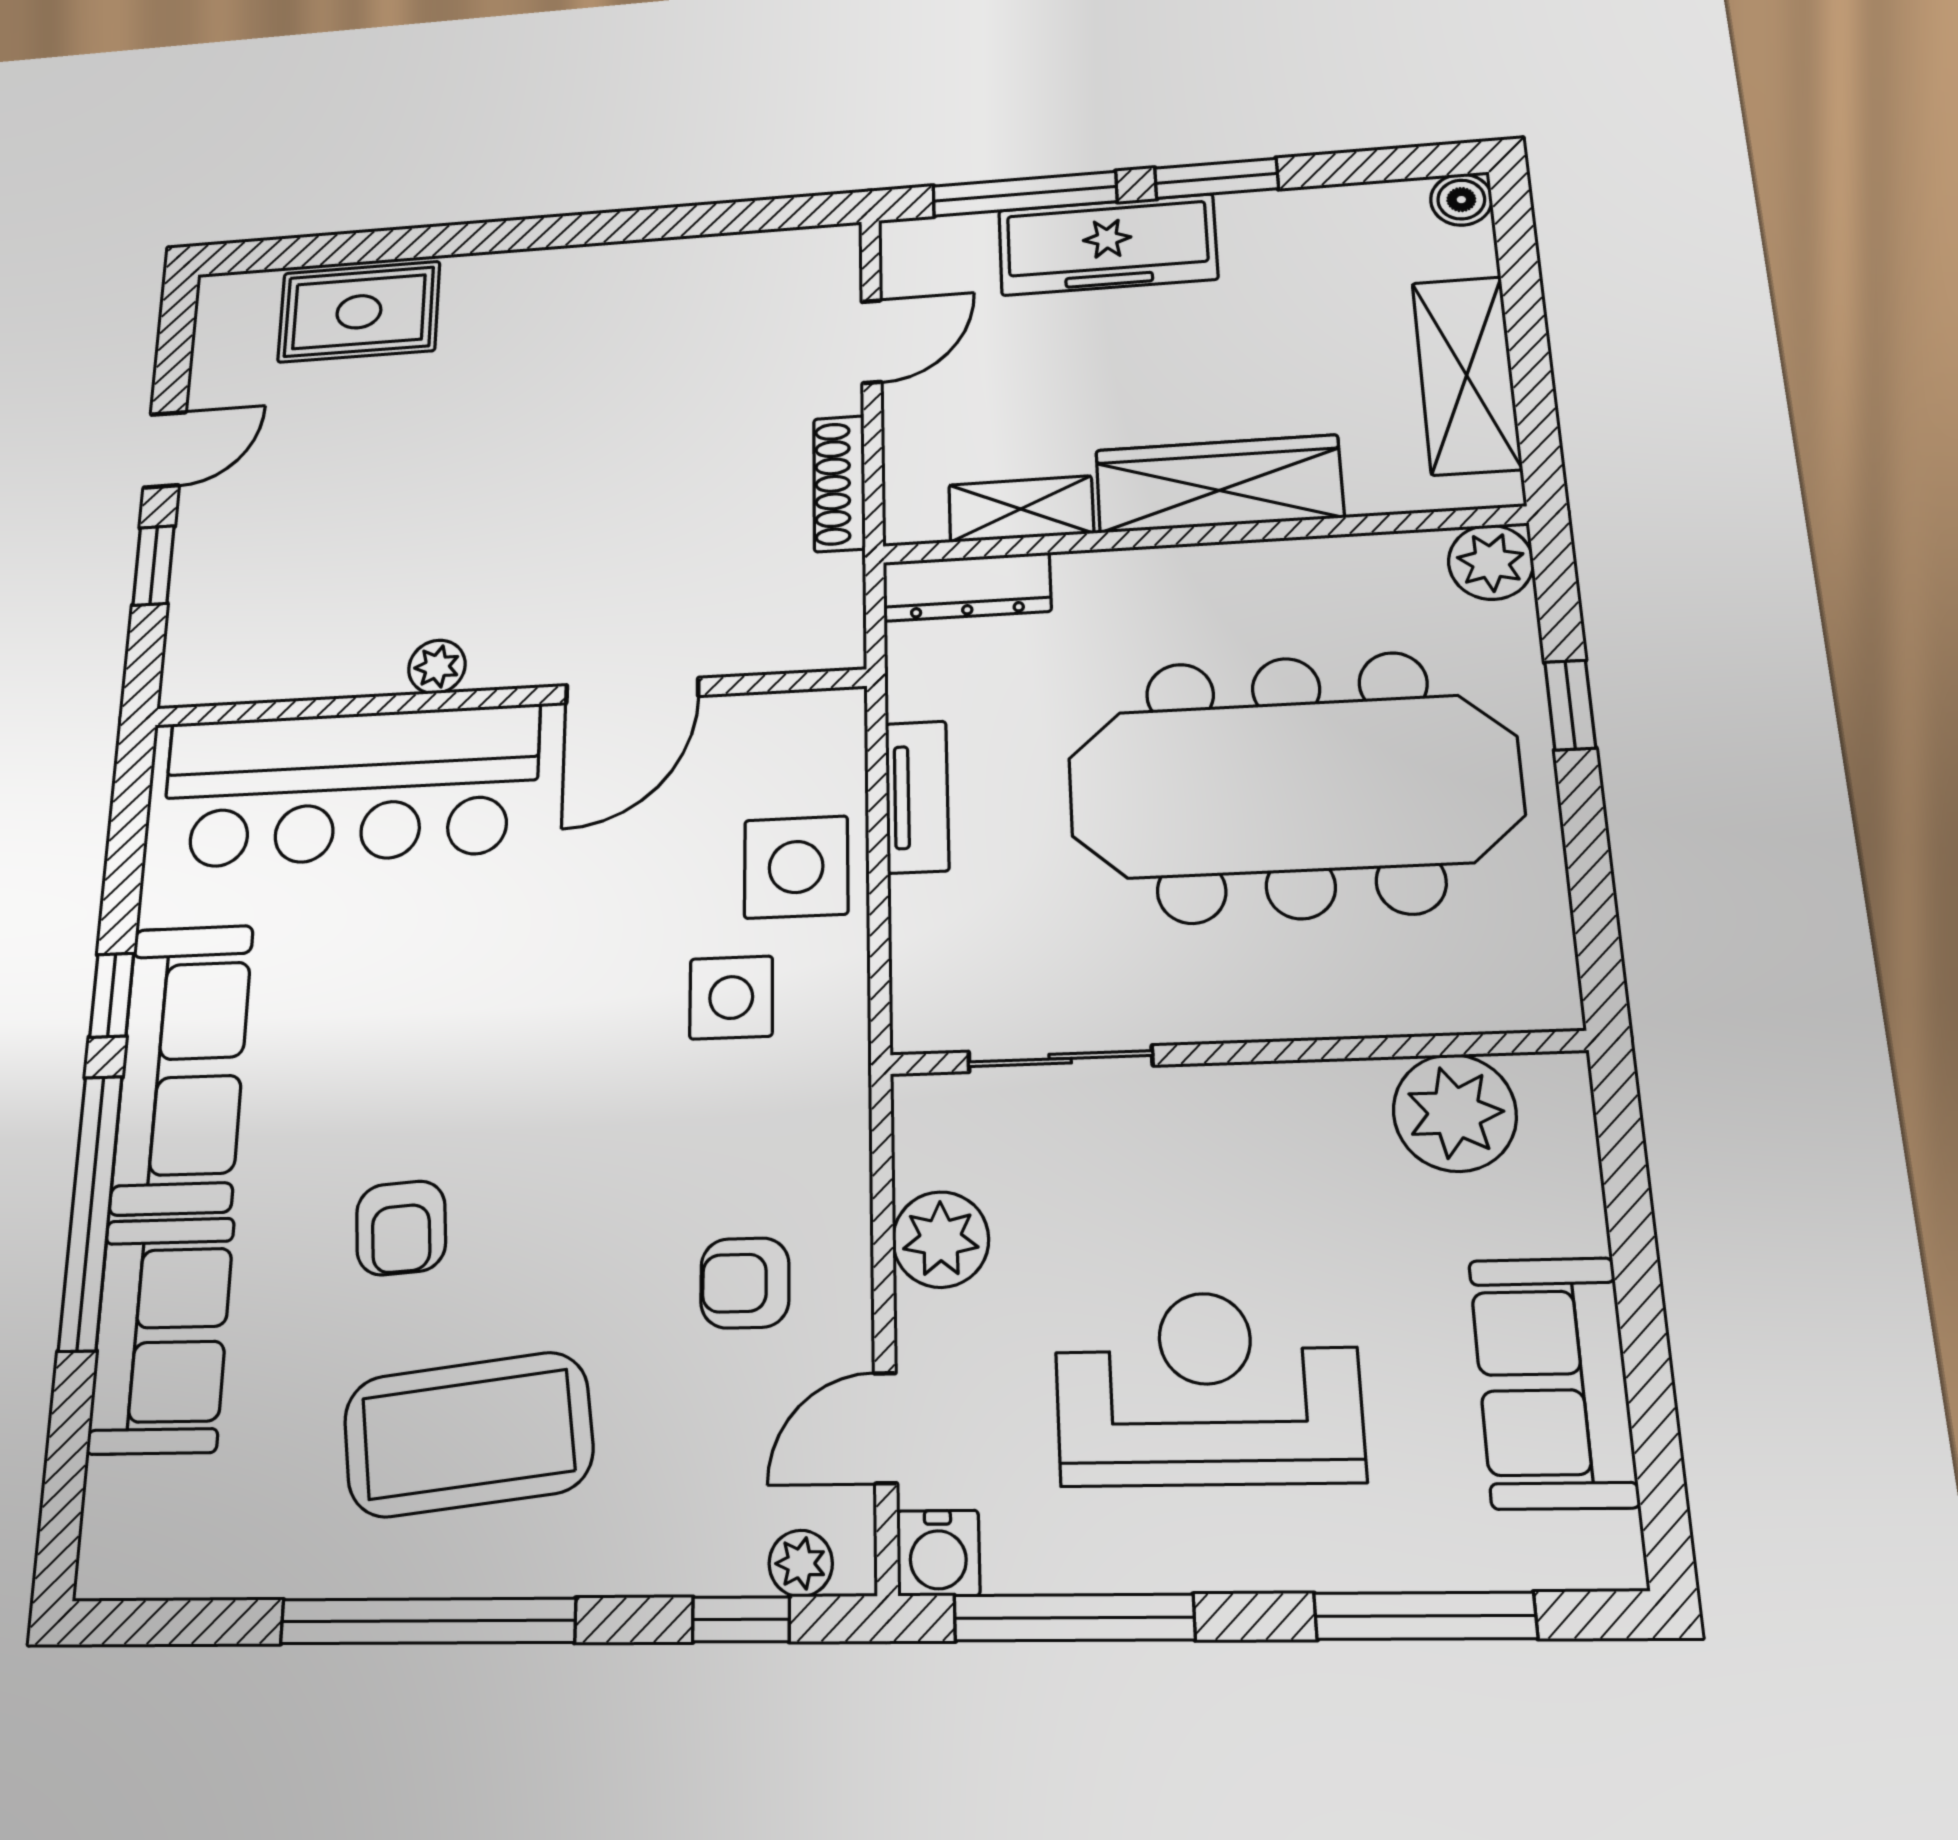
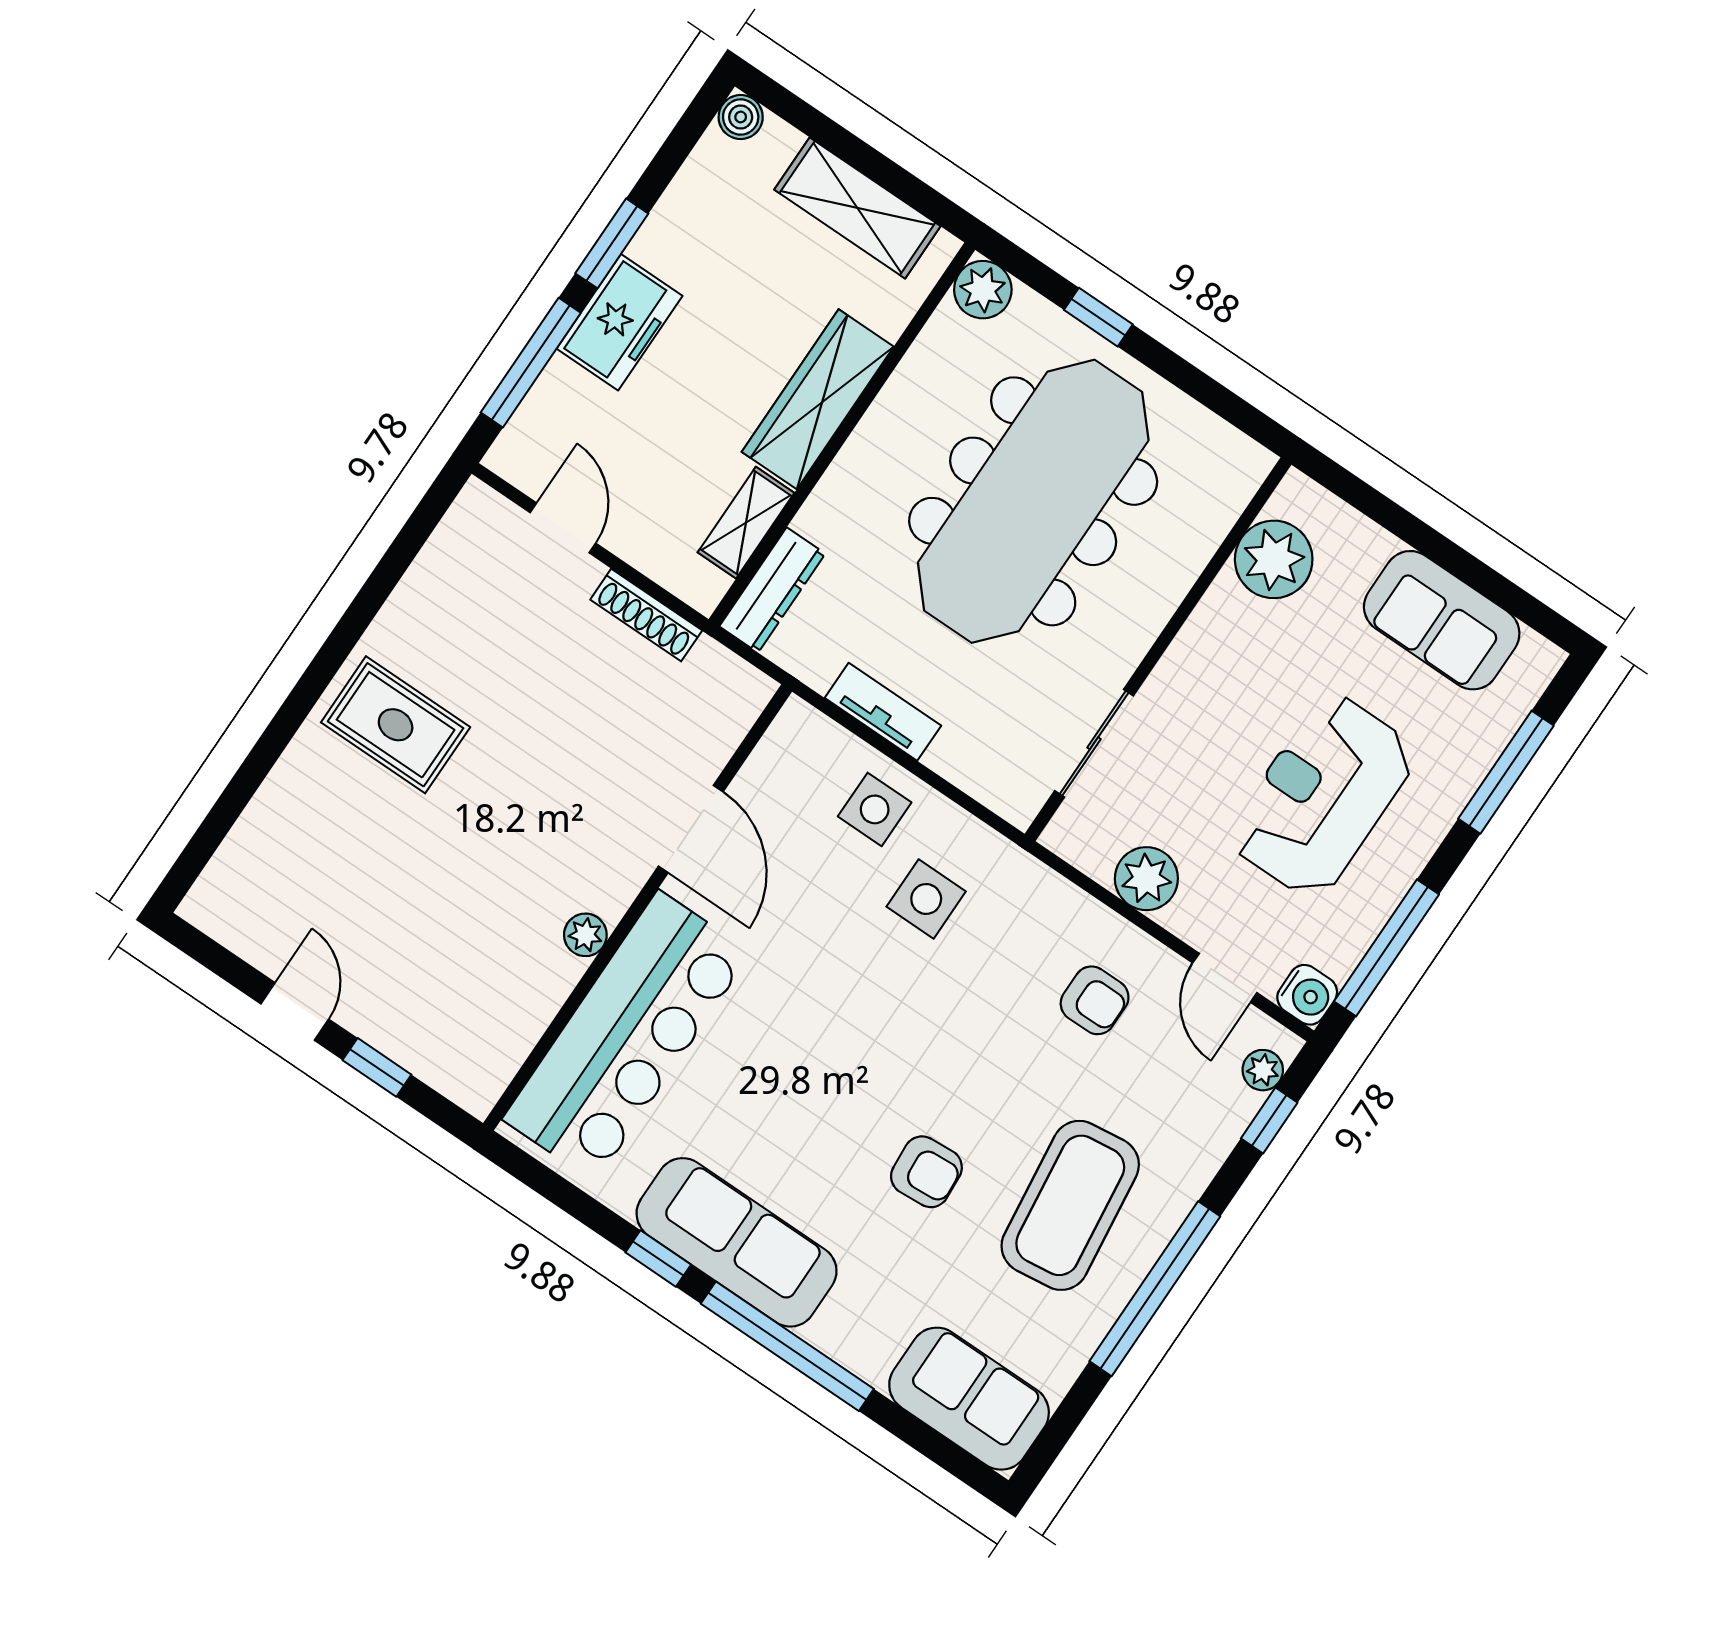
freezer: (1107, 245) -> (620, 322), width x0.71
rug: (359, 312) -> (396, 725), moved, turned 90
side table: (796, 867) -> (875, 809), width x0.73, depth x0.73
armchair: (745, 1283) -> (1095, 1000), turned -90
sofa: (161, 1335) -> (969, 1399), moved

